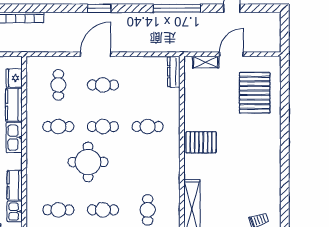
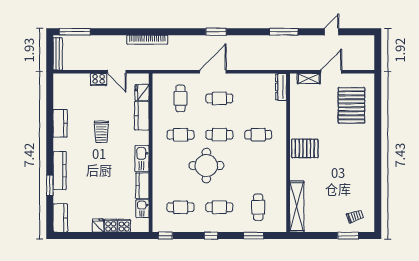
window: (177, 8) -> (284, 32), width x0.68
kitchen sink: (14, 138) -> (142, 159), moved

